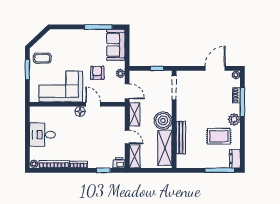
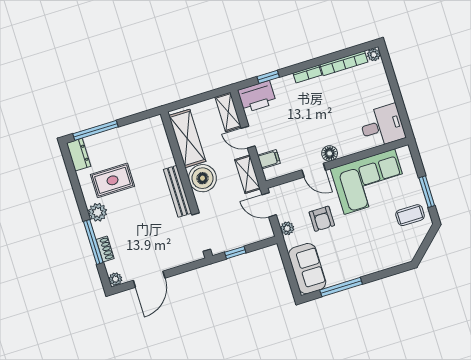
filing cabinet: (119, 119) -> (269, 159), added
desk: (42, 135) -> (382, 126), moved
bench: (181, 138) -> (178, 191), moved
printer: (119, 163) -> (257, 97), width x1.87, depth x1.48

